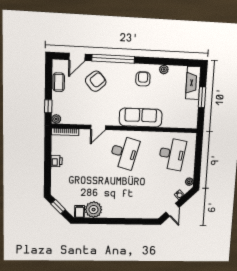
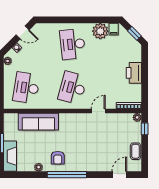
window: (113, 59) -> (67, 175), moved
armchair: (96, 81) -> (102, 154), removed
sofa: (141, 118) -> (38, 122), moved
printer: (57, 161) -> (134, 73), width x1.87, depth x1.48
desk: (123, 197) -> (73, 44), added
door: (173, 210) -> (23, 32), swing flipped

